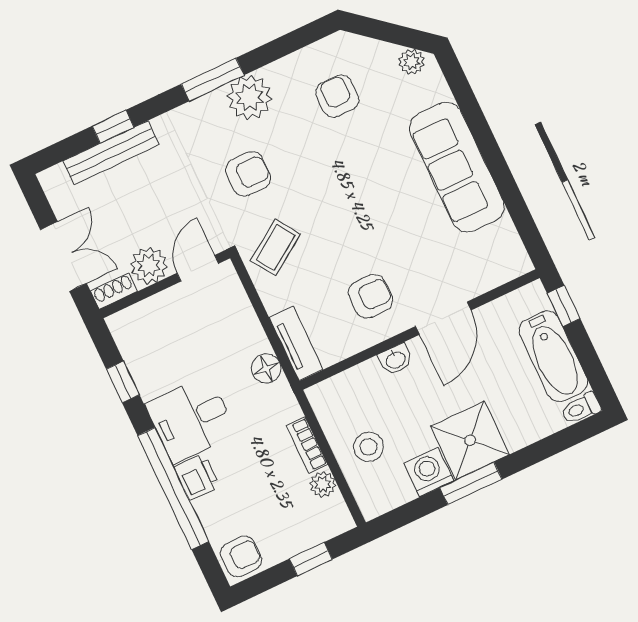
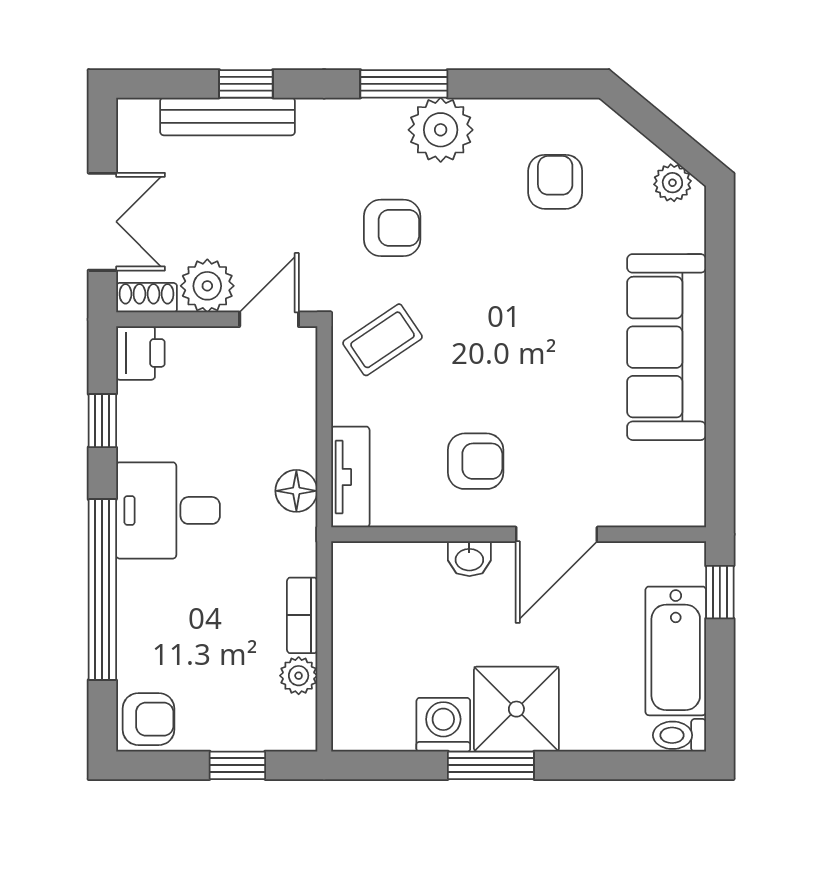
stool: (368, 447) -> (381, 655), removed
printer: (197, 477) -> (140, 353), moved

